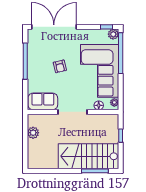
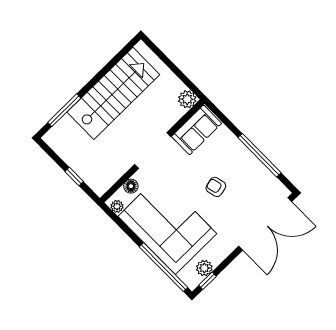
plant: (113, 34) -> (204, 268), moved
plant: (33, 133) -> (187, 99), moved
stairs: (88, 156) -> (113, 93), moved

